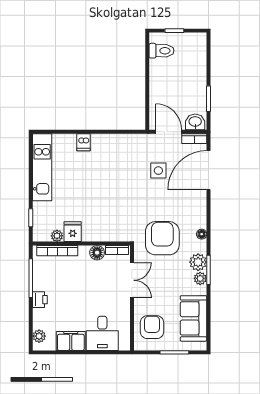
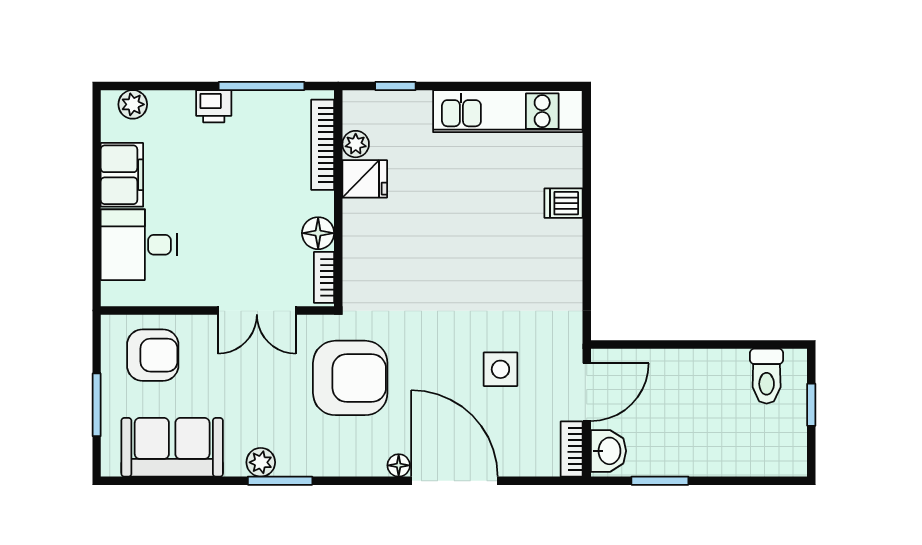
door: (209, 170) -> (454, 481), moved
floor lamp: (202, 234) -> (399, 465), moved
plant: (198, 262) -> (297, 457), removed

